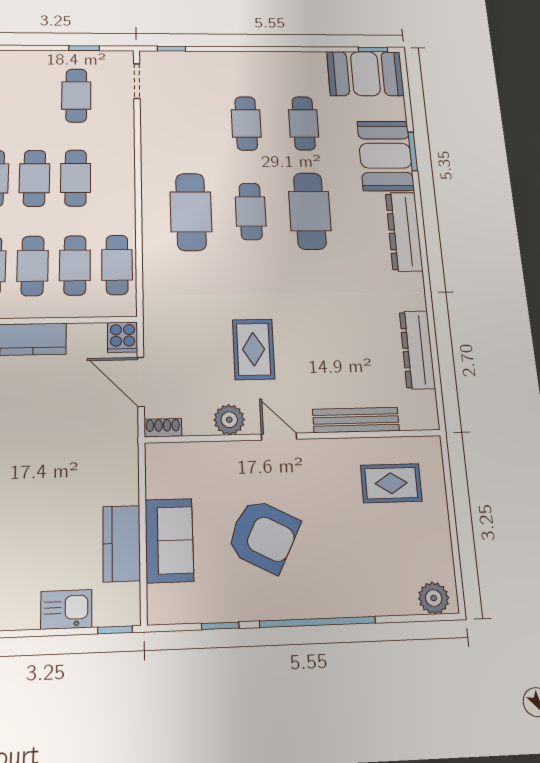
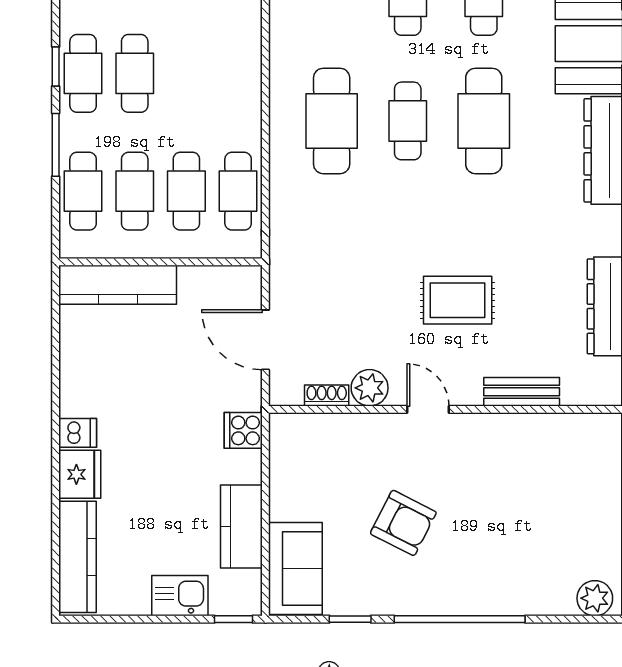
cafe table: (76, 178) -> (186, 73), removed
cooker: (123, 337) -> (243, 430), moved, turned 90
rug: (254, 349) -> (458, 300), moved, turned 90
bench: (356, 420) -> (522, 392), width x0.73
shoe rack: (163, 428) -> (327, 395), moved
rug: (391, 483) -> (558, 468), removed
armchair: (263, 536) -> (403, 523), width x0.73, depth x0.73
sofa: (169, 540) -> (295, 568), moved

